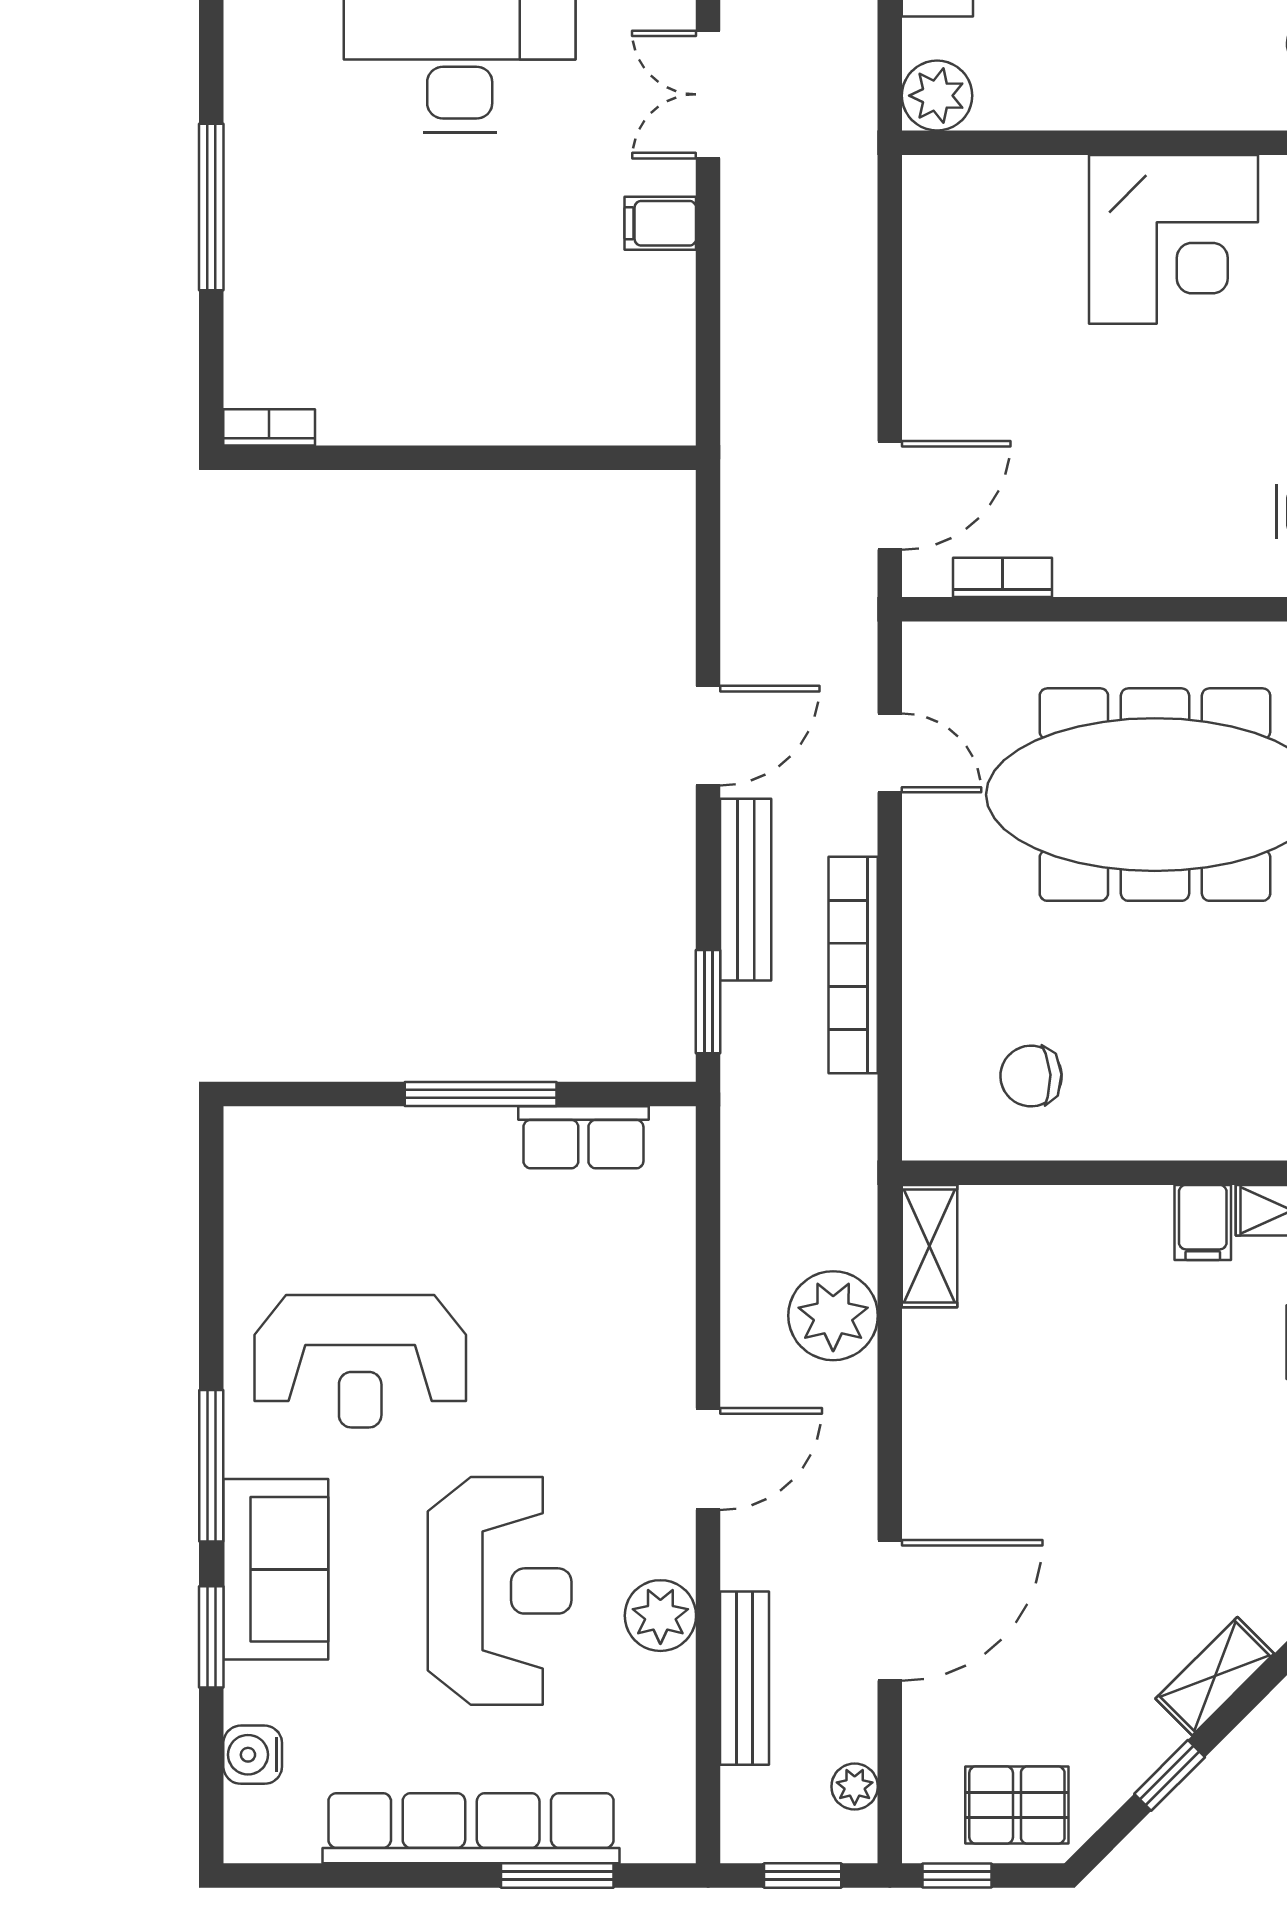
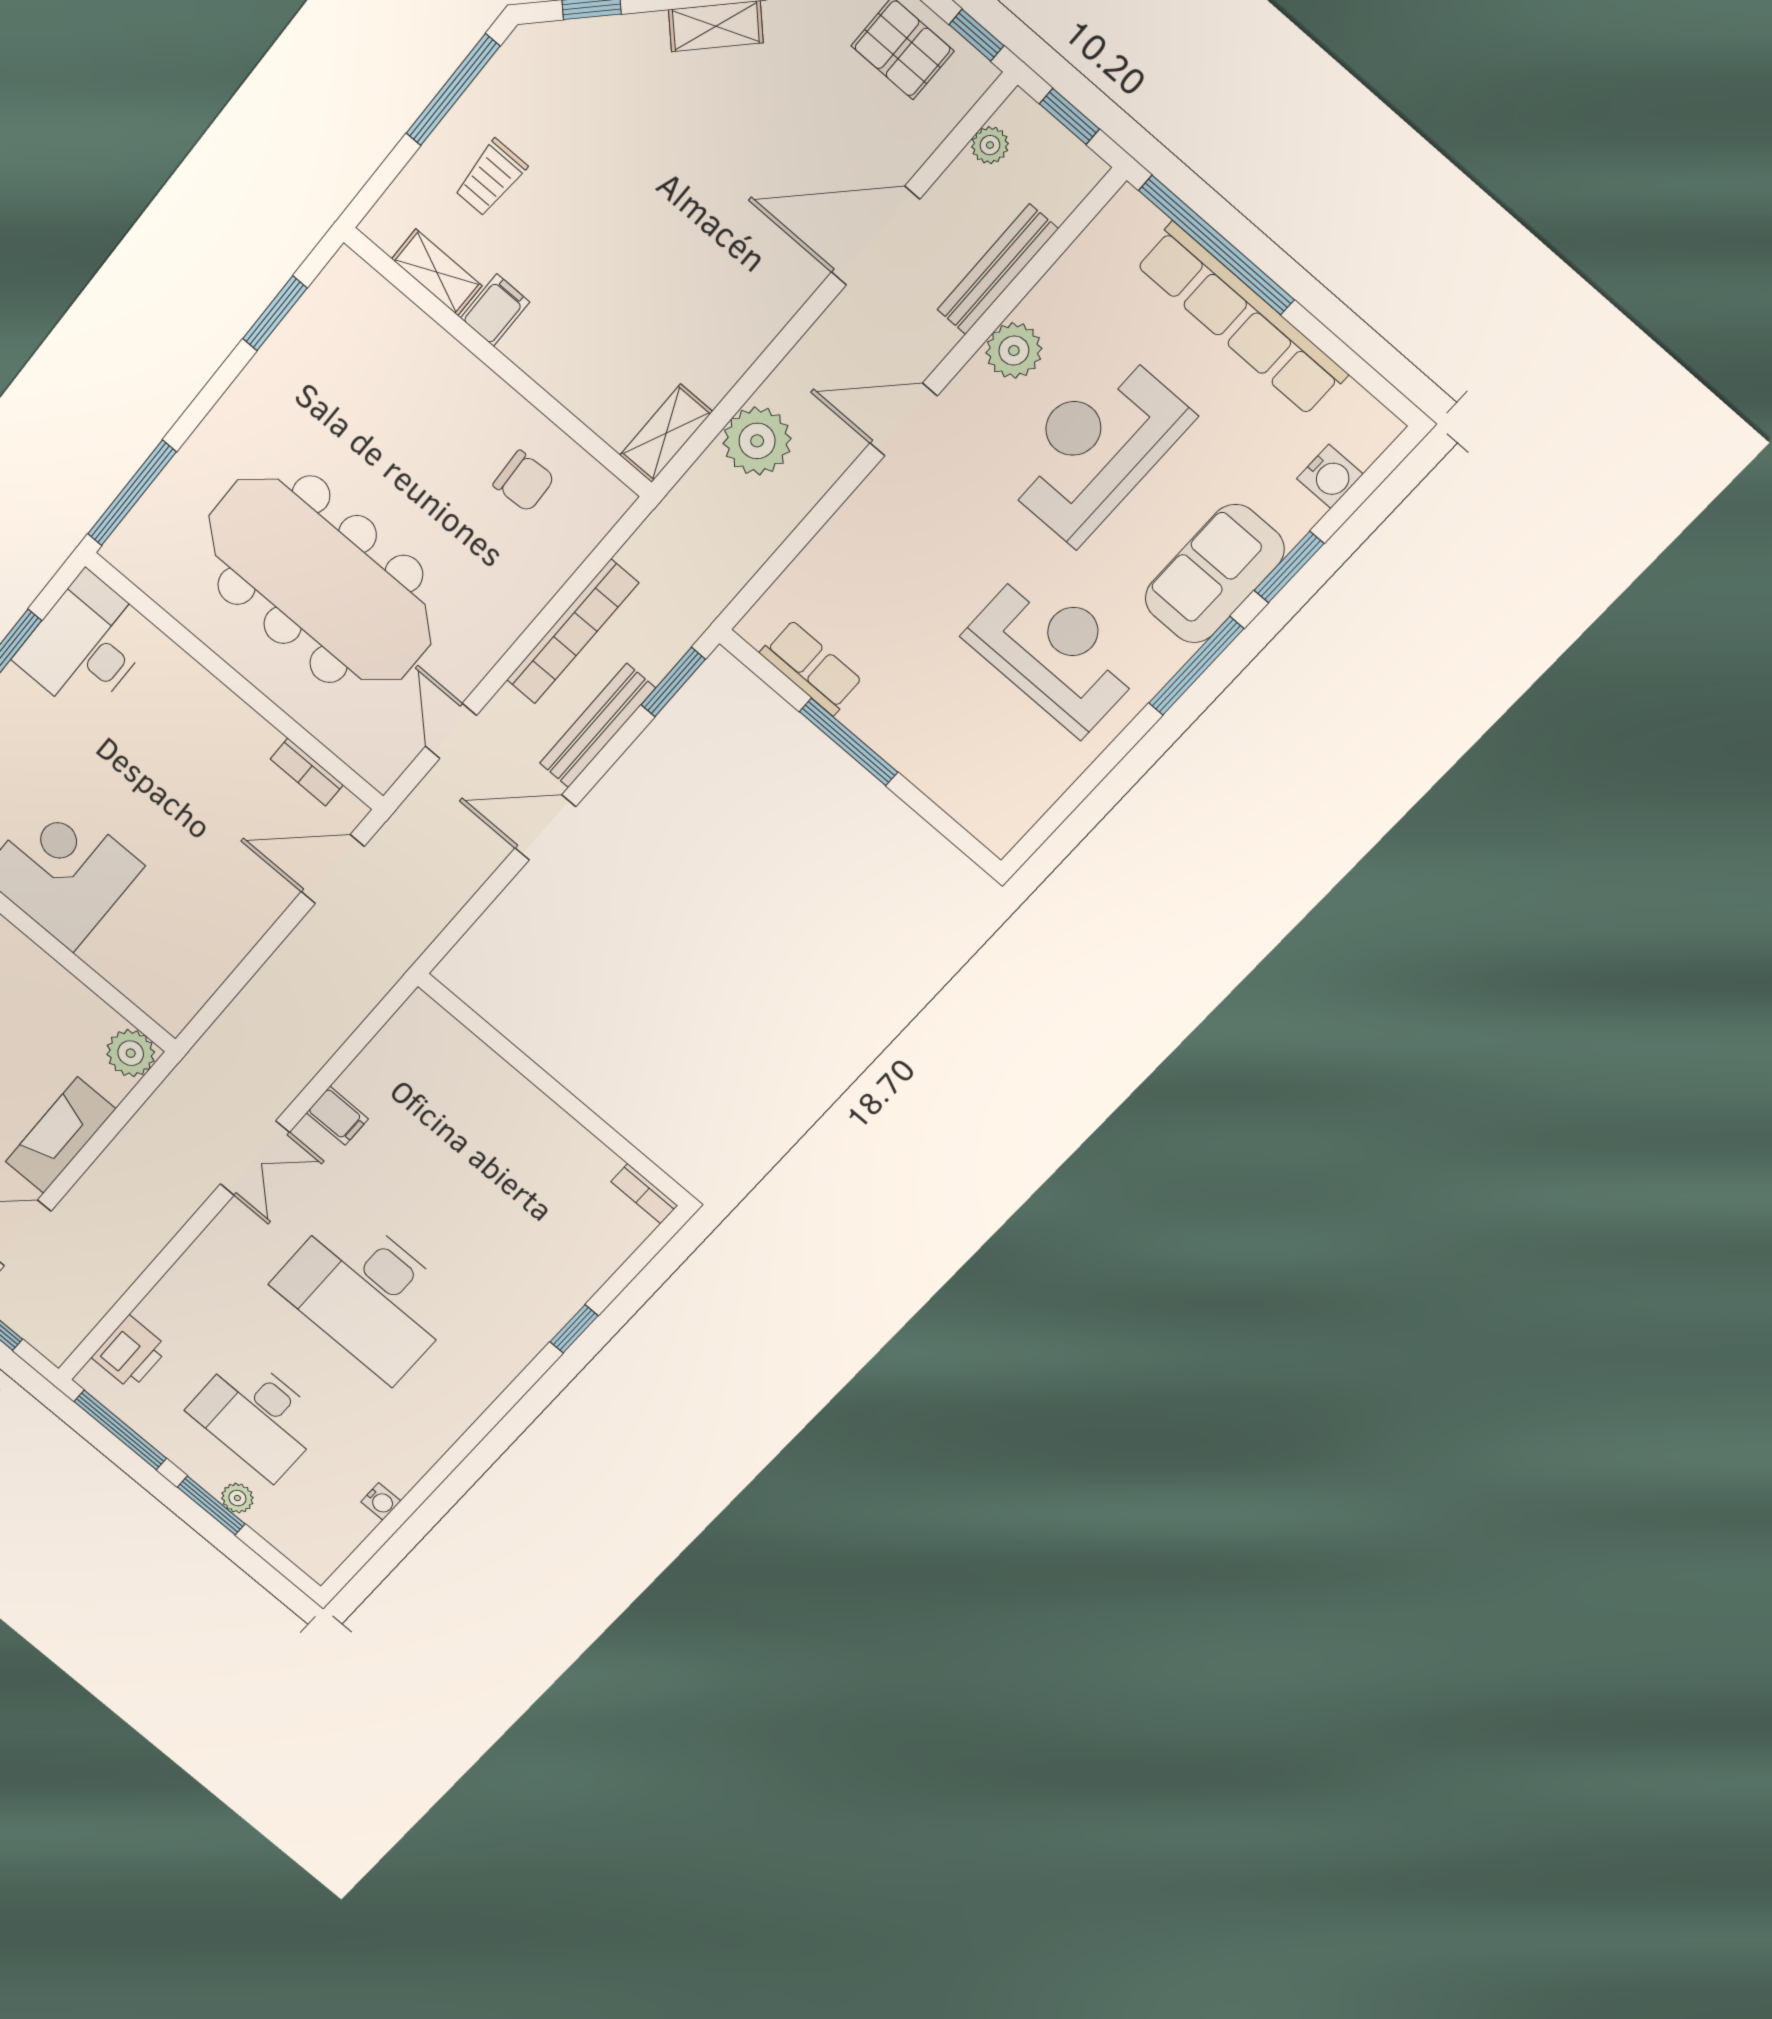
window: (211, 207) -> (574, 1329), width x0.46
window: (557, 1875) -> (1216, 245), width x2.11

